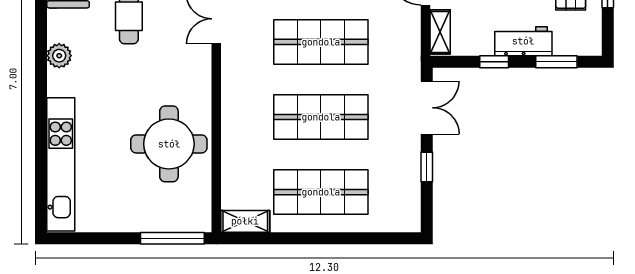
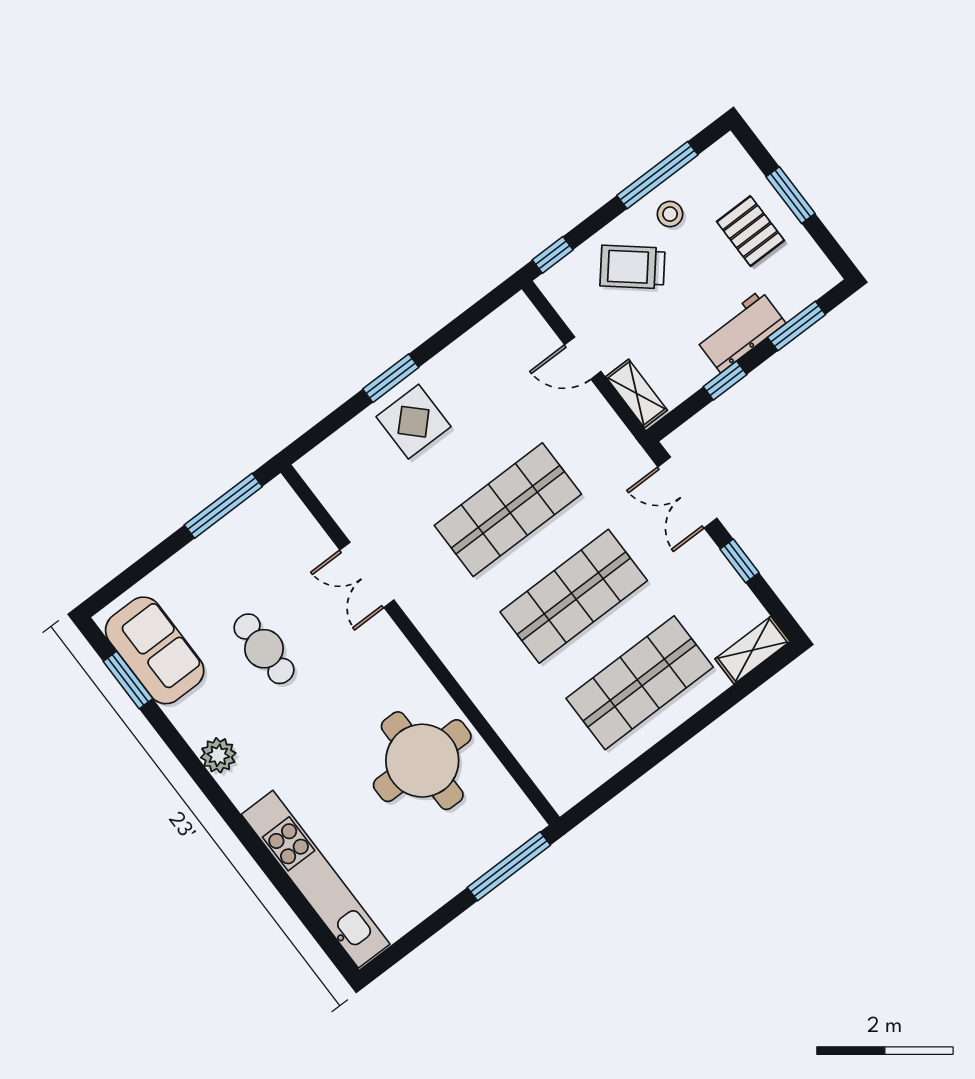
double door: (427, 108) -> (687, 492), swing flipped
shelving: (245, 221) -> (752, 650), moved

